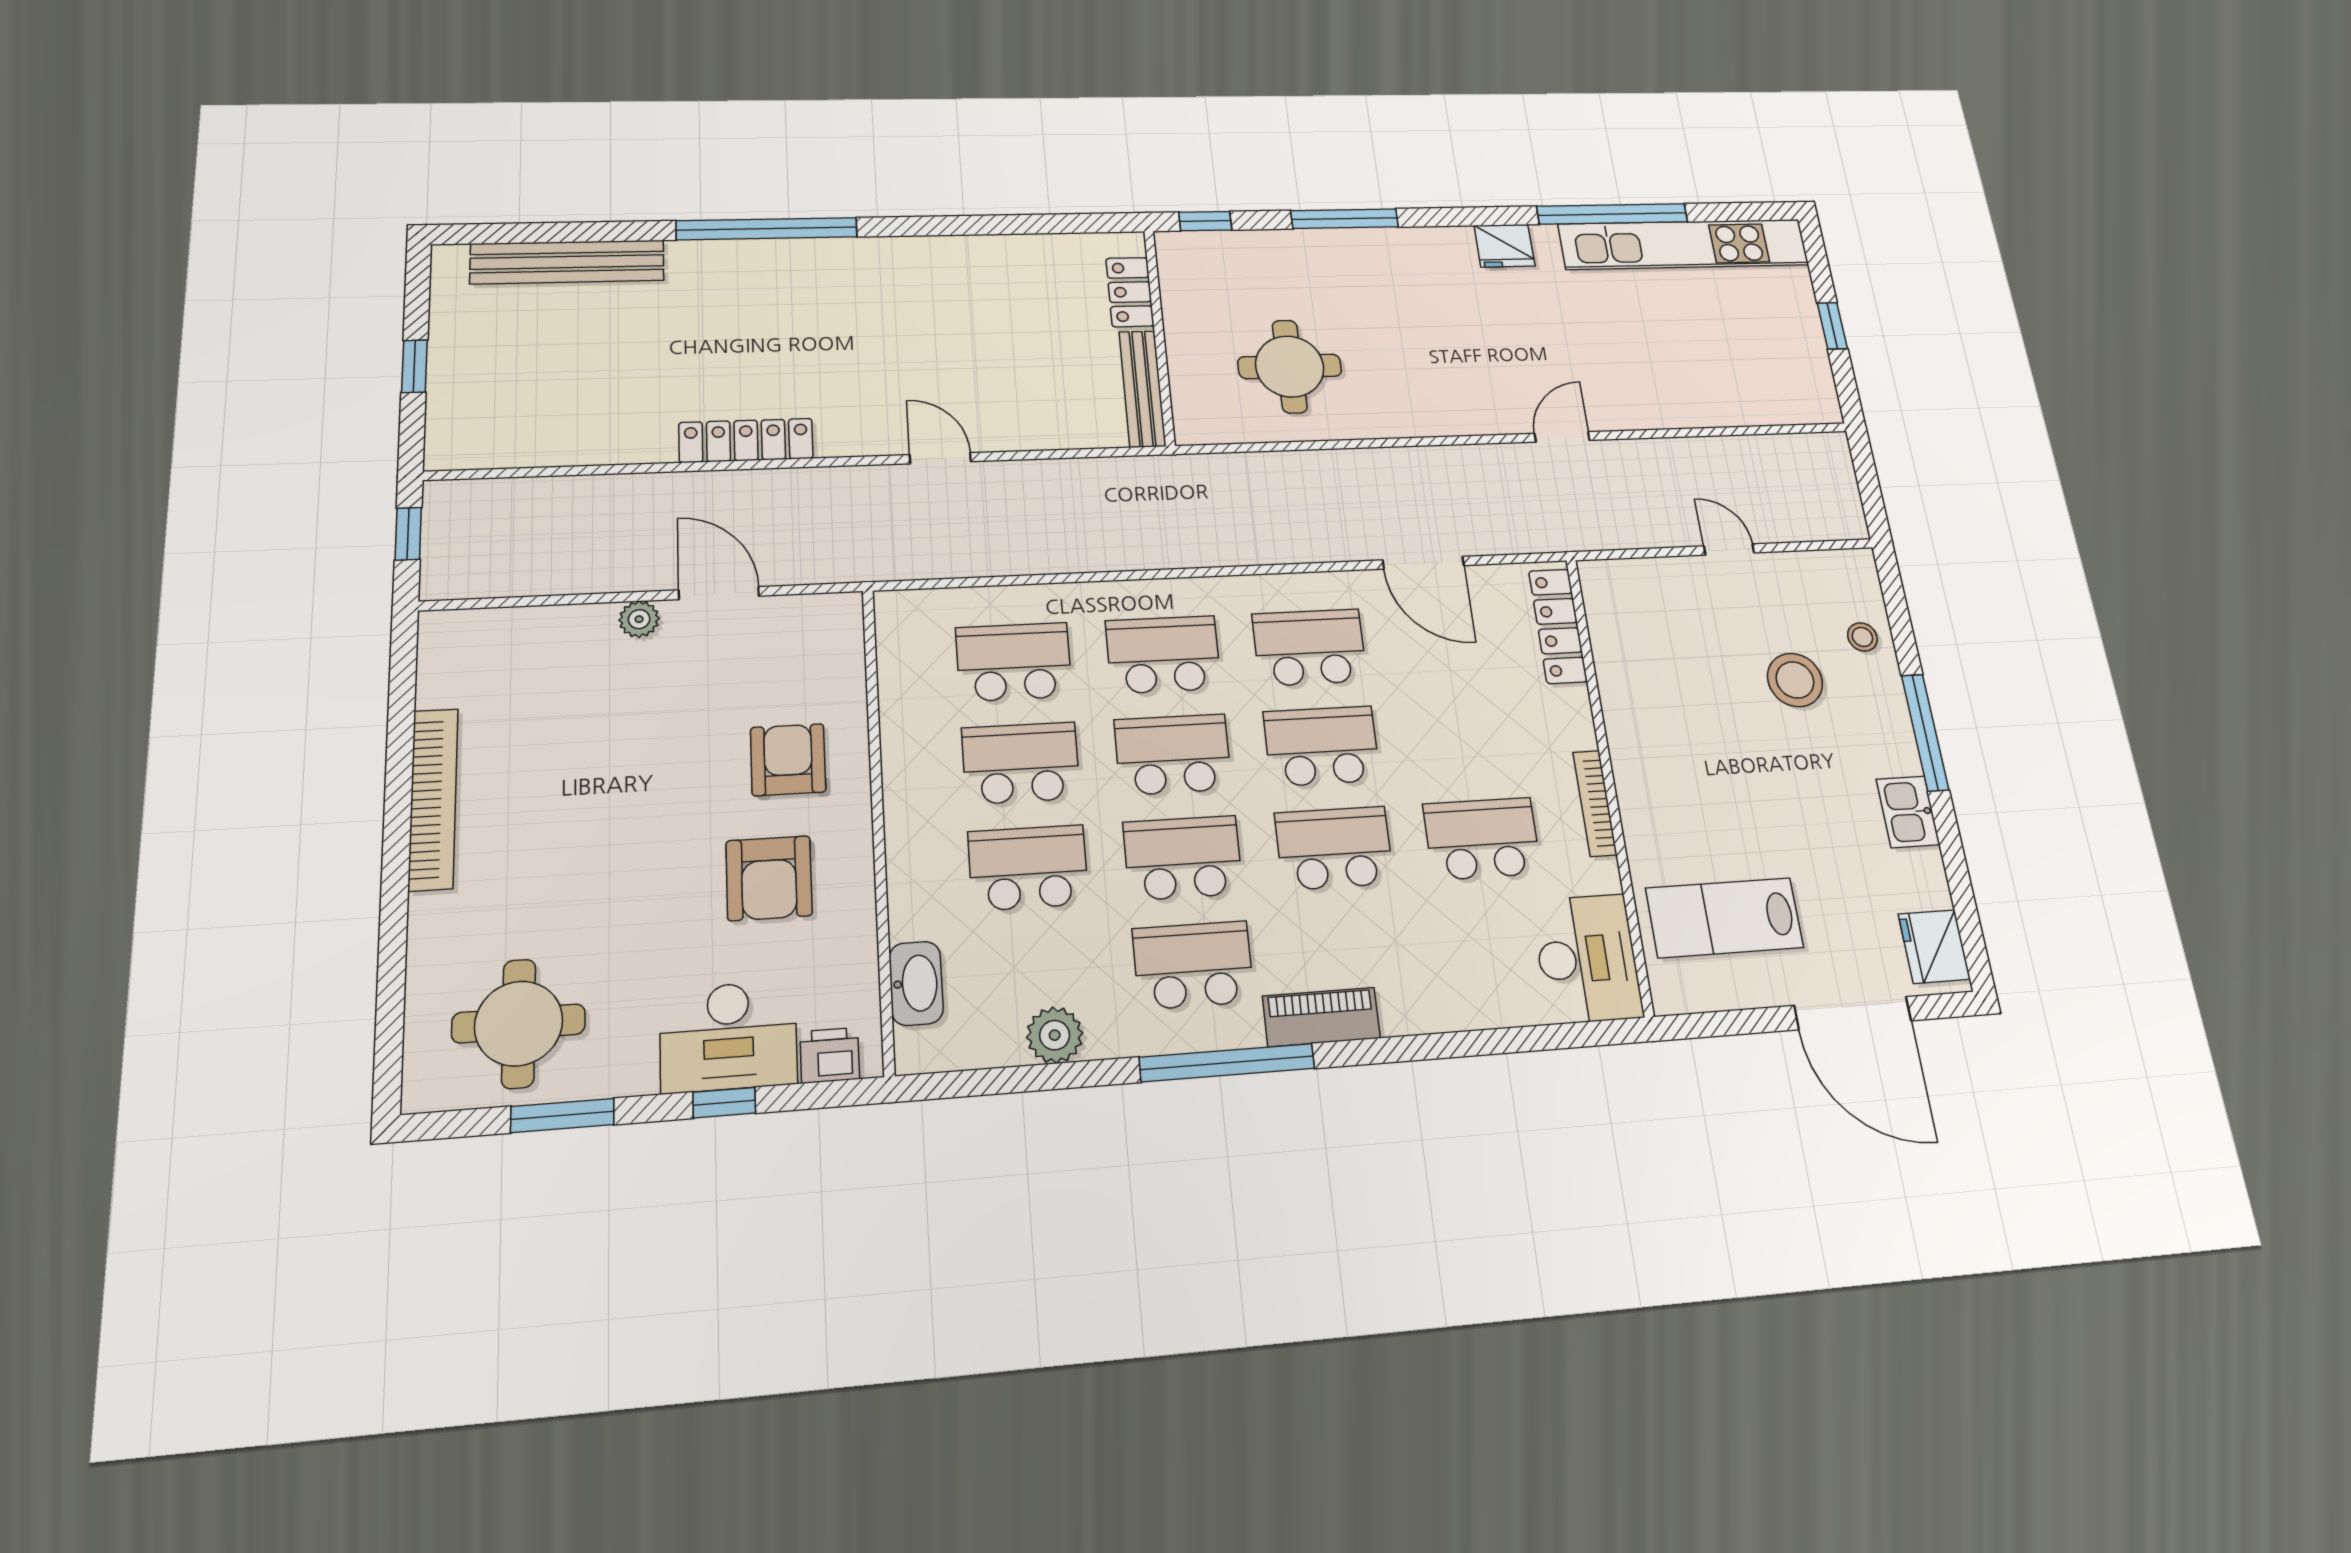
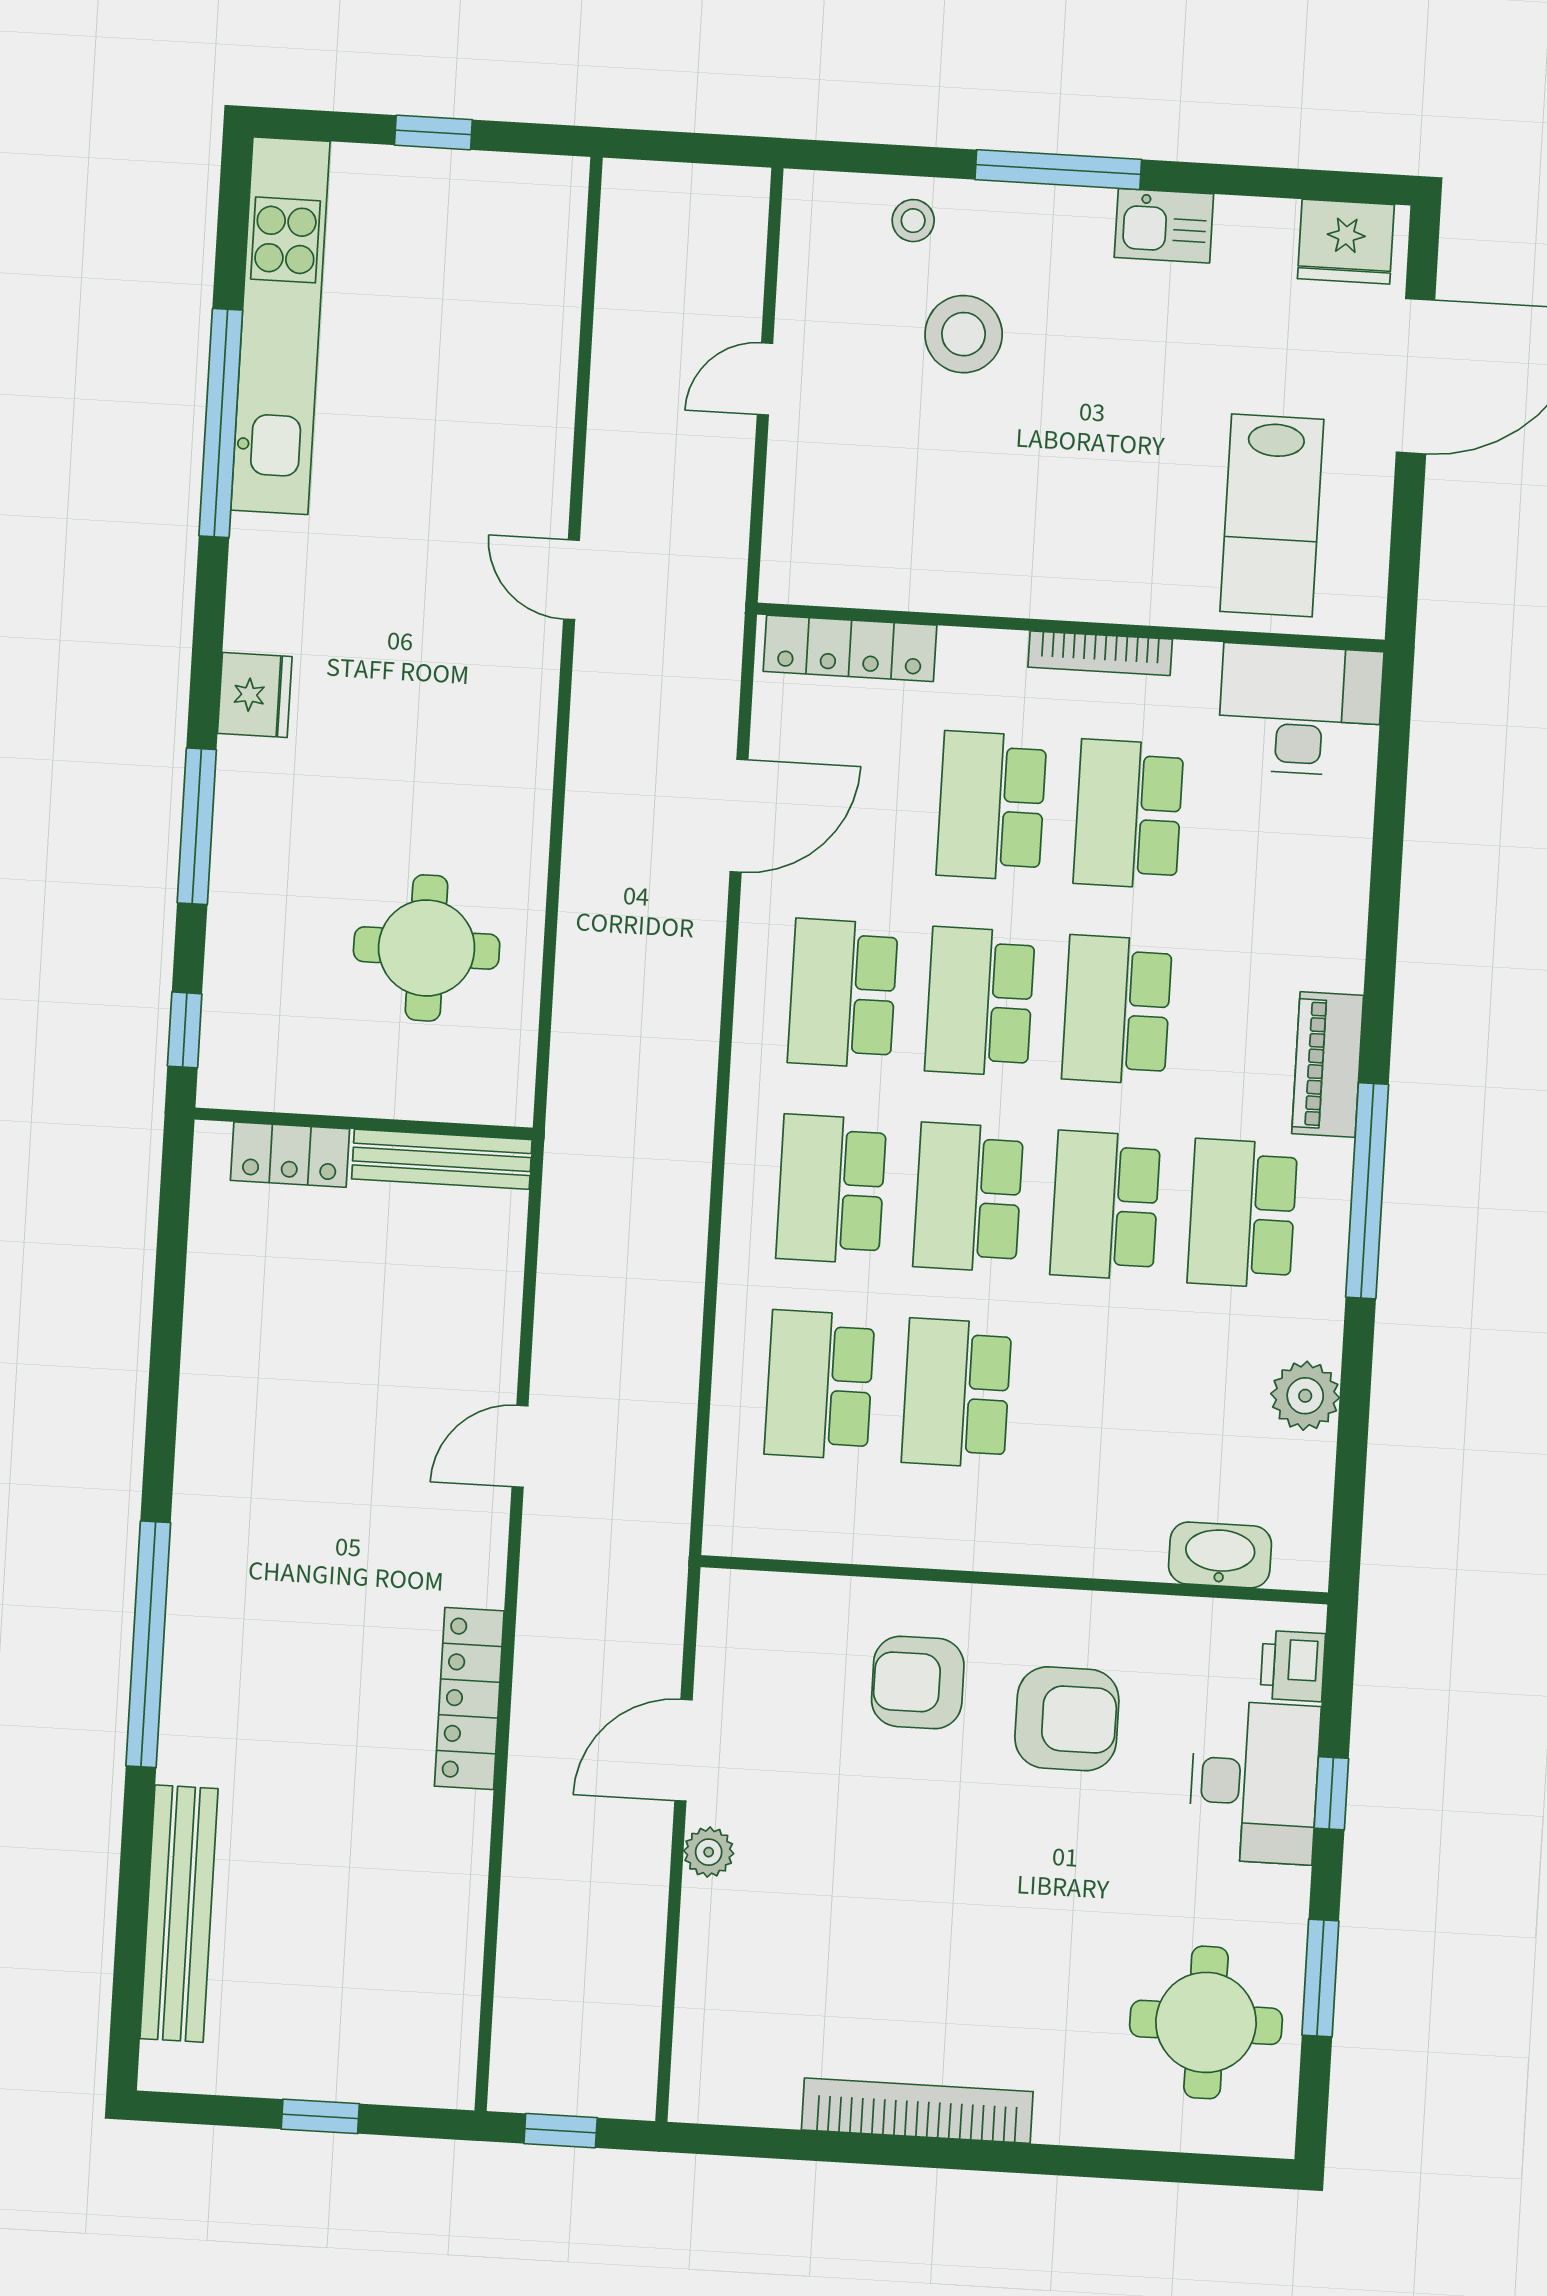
fridge: (1504, 246) -> (255, 695), moved
school desk: (1028, 868) -> (991, 806), moved

